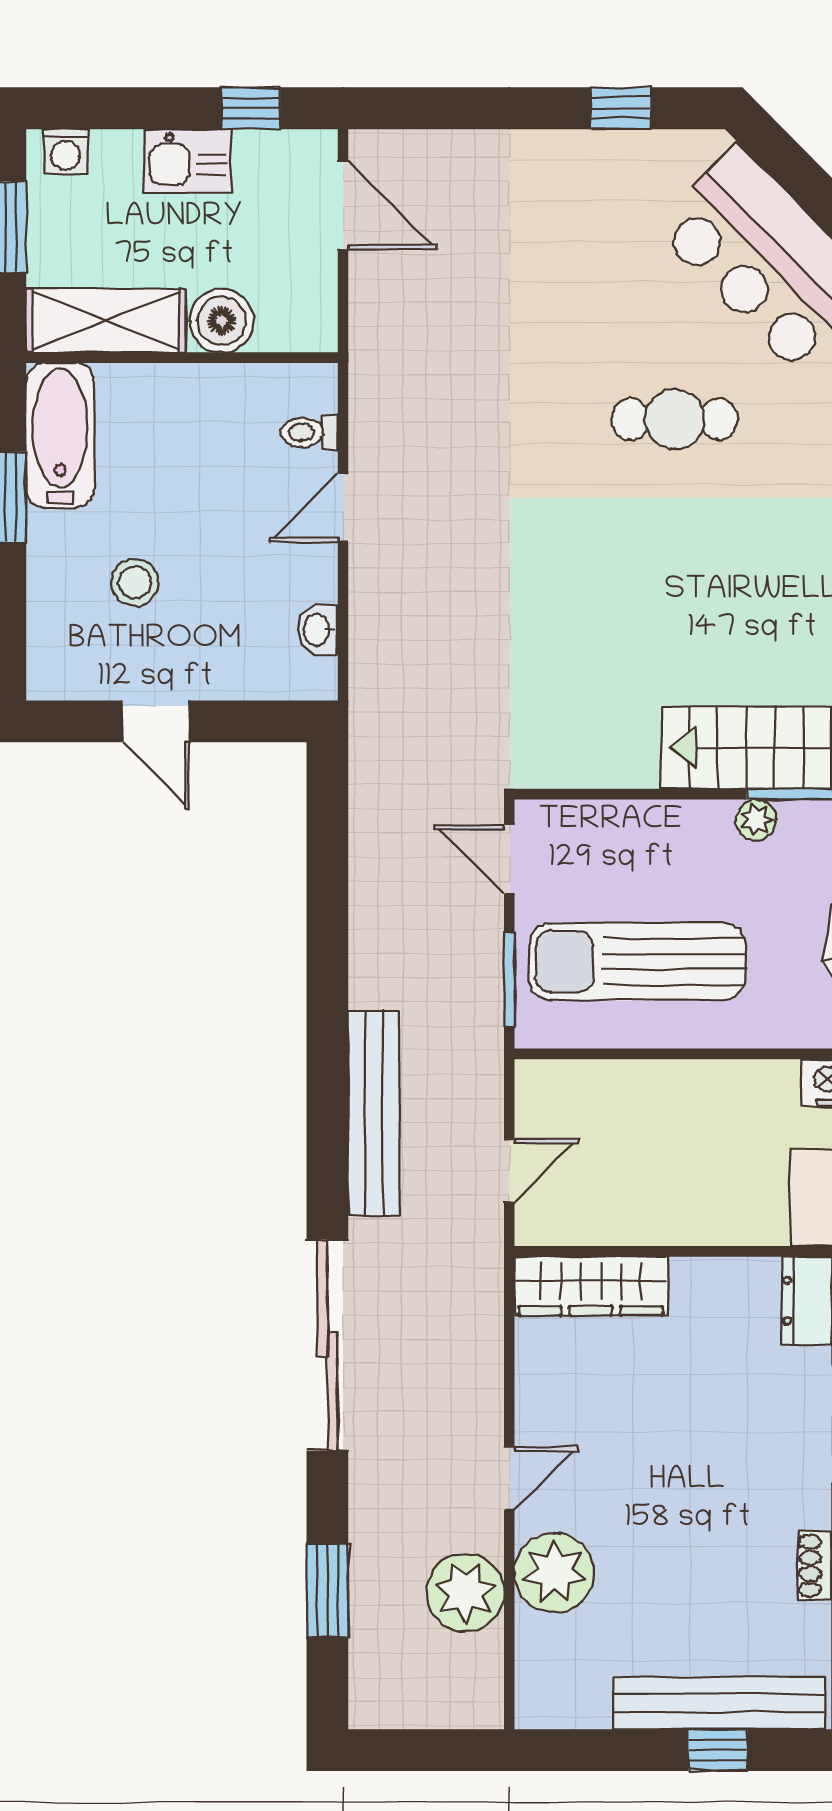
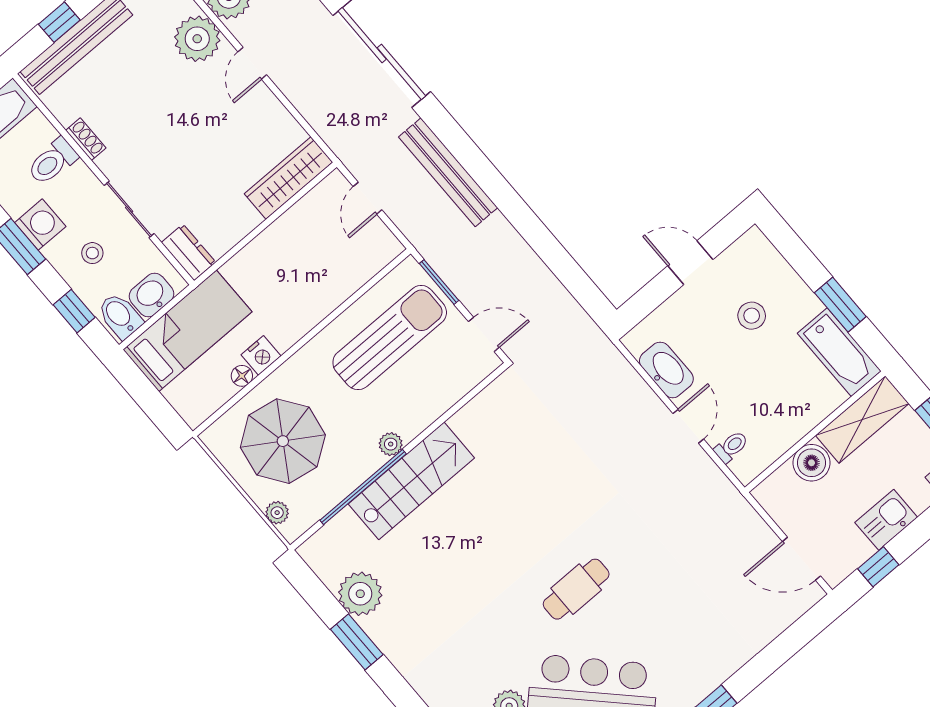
washbasin: (318, 630) -> (666, 370), width x1.91, depth x1.45

